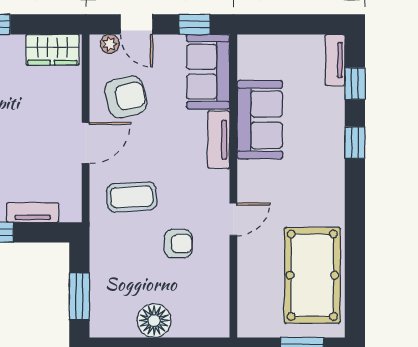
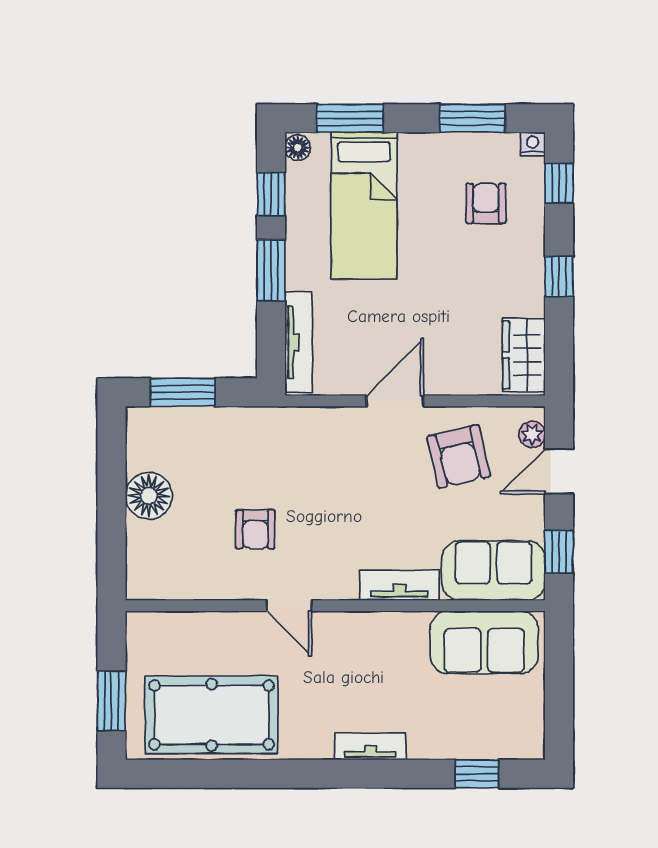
tv unit: (335, 60) -> (370, 746), moved
sofa: (260, 120) -> (484, 642), moved
door: (86, 143) -> (395, 401), swing flipped
window: (355, 143) -> (395, 774), removed
coffee table: (132, 197) -> (320, 465), removed
tv unit: (33, 212) -> (299, 342), width x1.41

